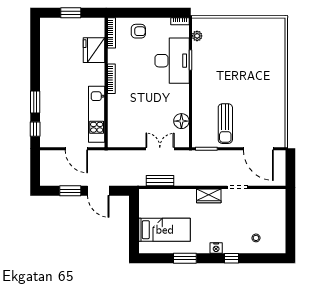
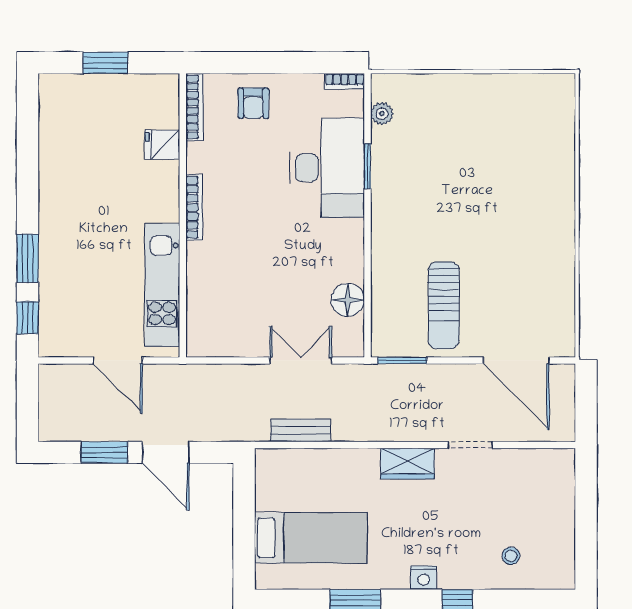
armchair: (138, 31) -> (253, 103), turned 90
fridge: (94, 50) -> (162, 145), width x0.53, depth x0.75

